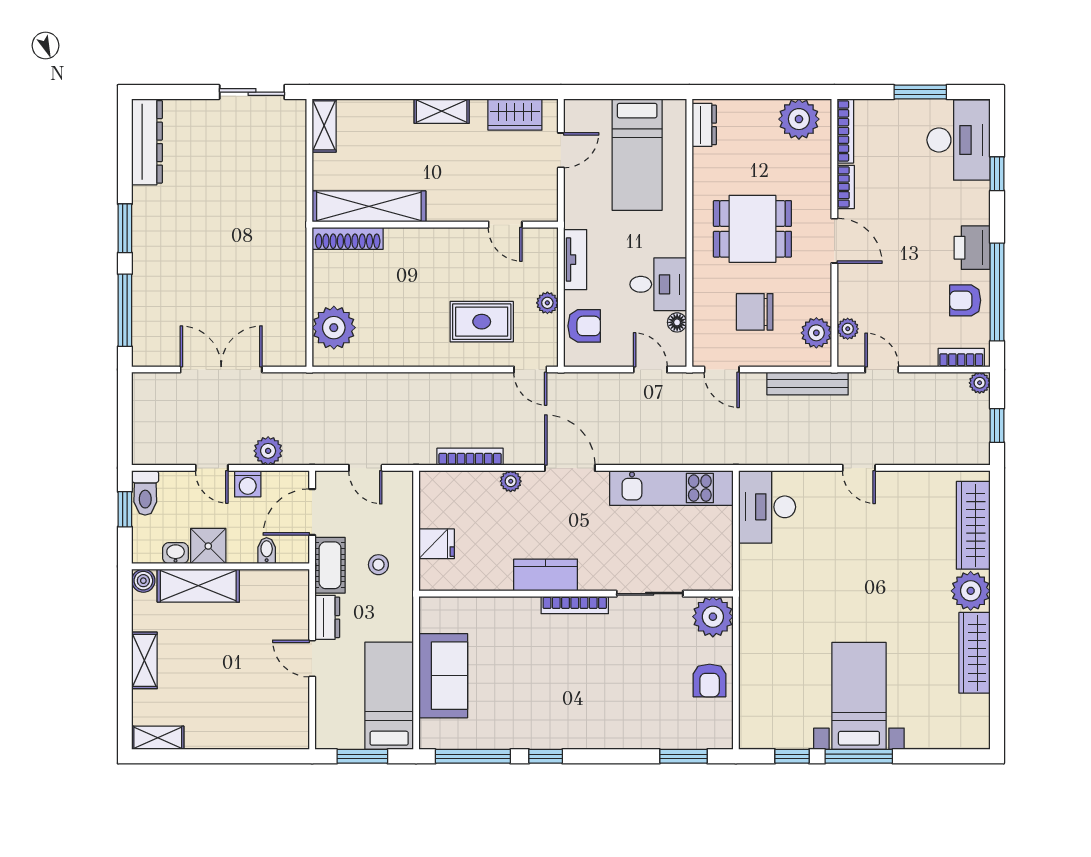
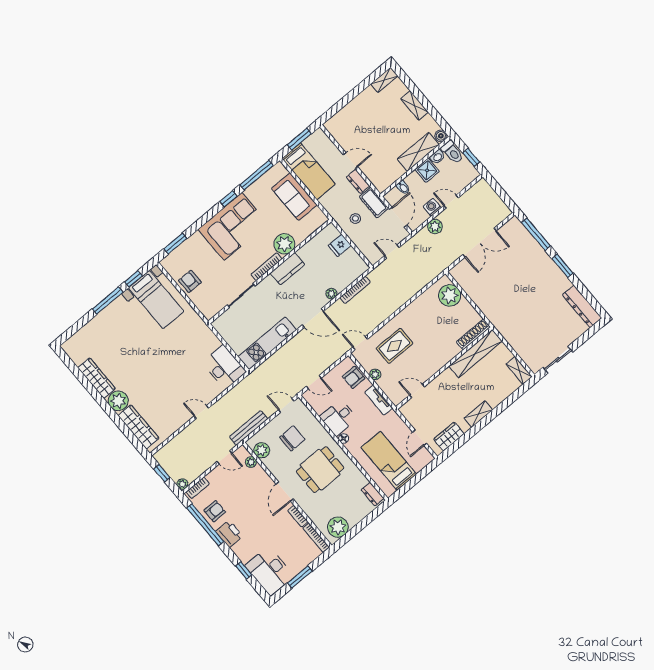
door: (834, 241) -> (285, 492), hinge flipped
floor lamp: (677, 322) -> (344, 438), moved
toilet: (145, 493) -> (452, 152), moved, turned 180
plant: (713, 617) -> (284, 244), moved
bed with nightstands: (859, 696) -> (156, 300), moved
corner sofa: (574, 709) -> (233, 226), added

